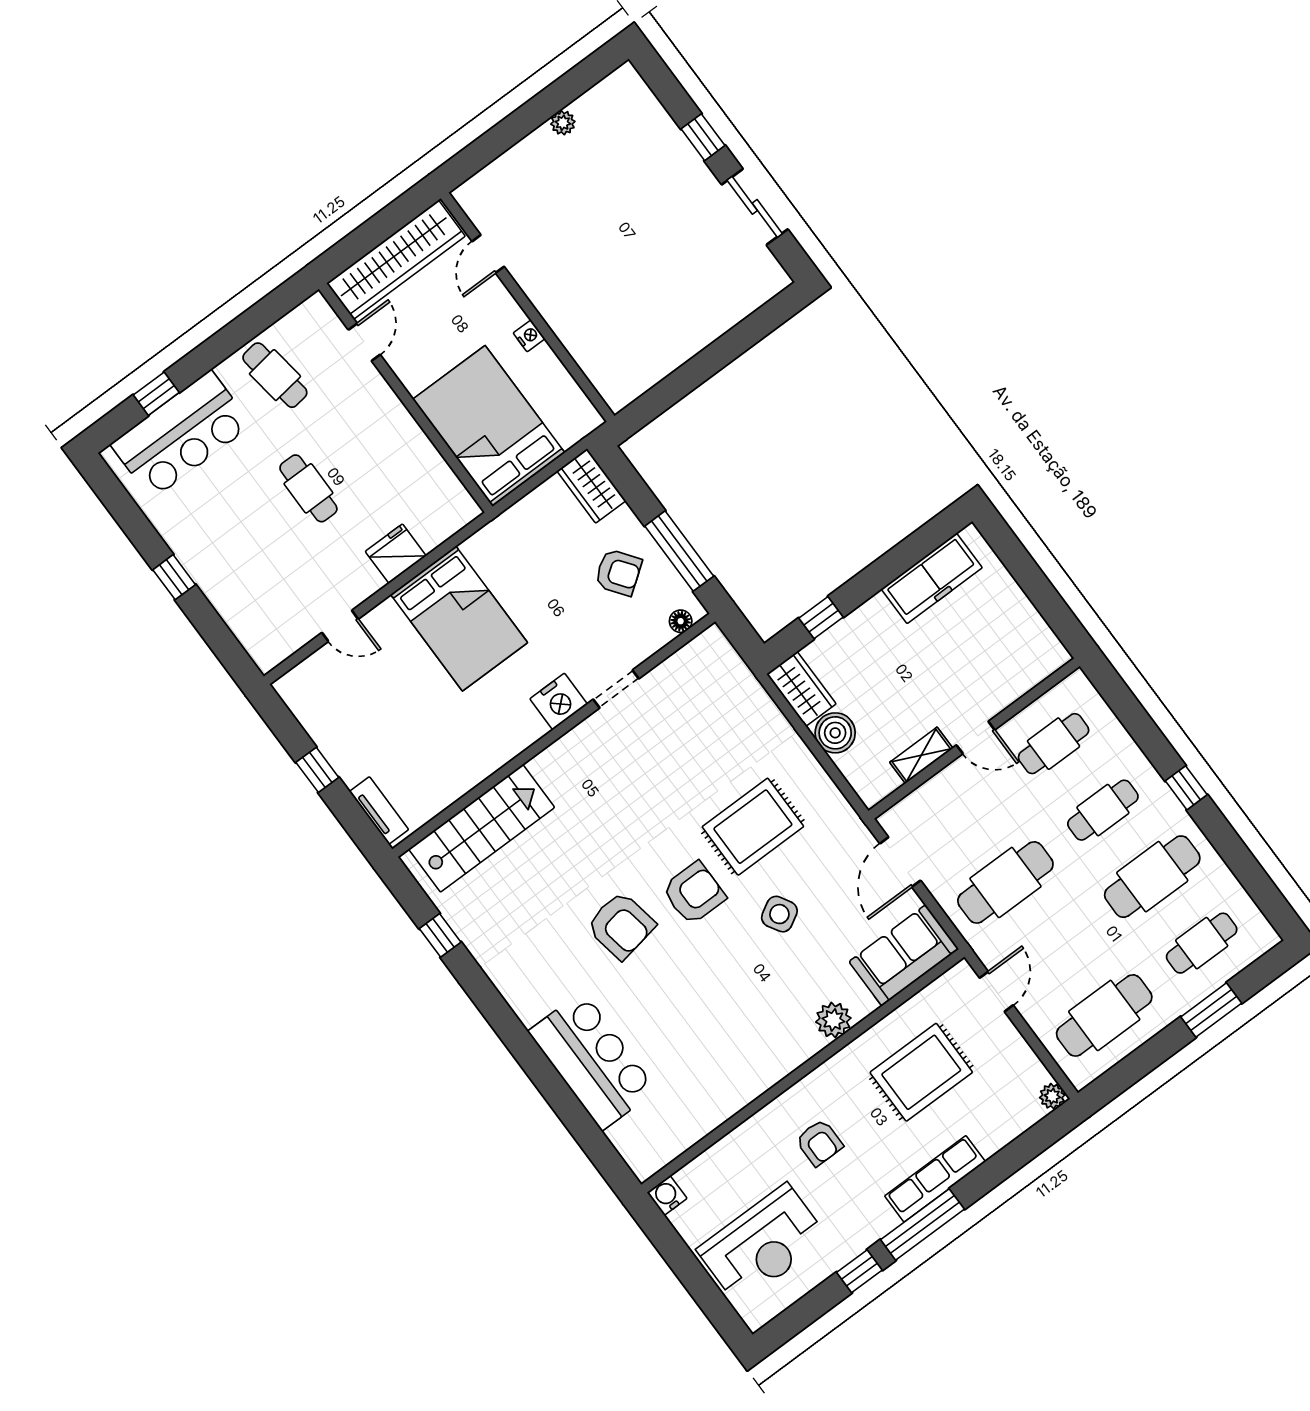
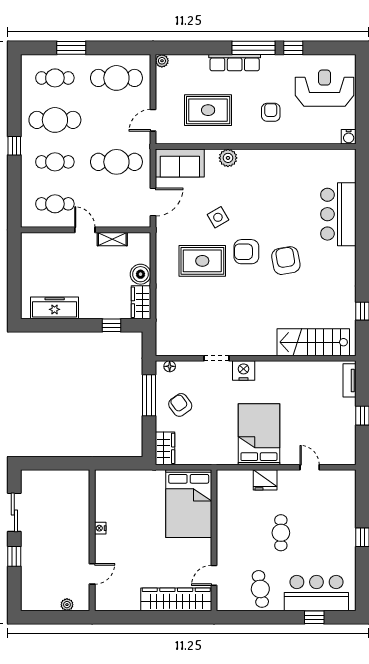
door: (488, 254) -> (92, 574), moved
wall: (528, 307) -> (92, 540), moved
nightstand: (529, 336) -> (100, 528), moved

